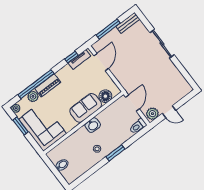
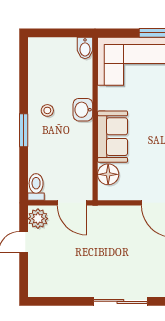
washbasin: (93, 125) -> (83, 110), moved
bidet: (62, 165) -> (85, 48), moved

